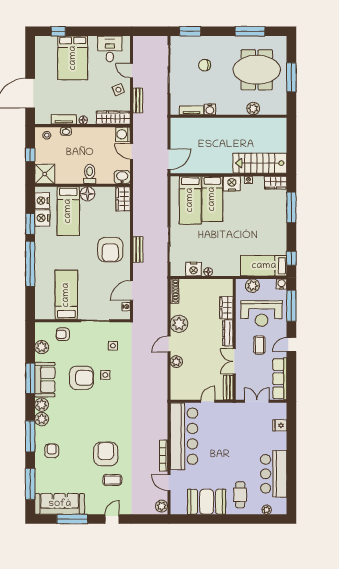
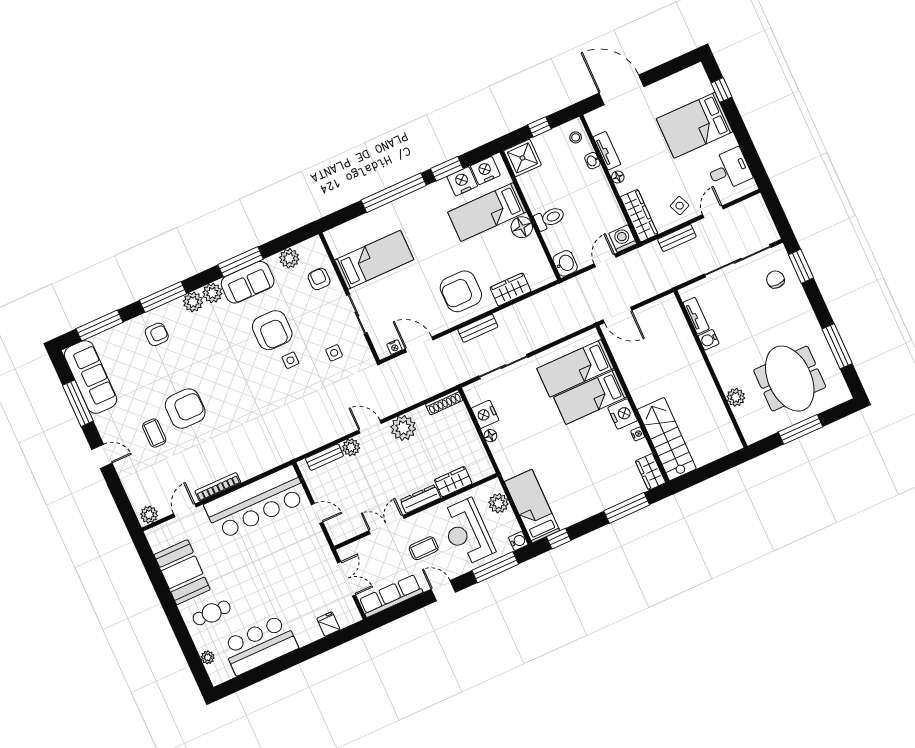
chair: (205, 65) -> (775, 279), moved
wardrobe: (123, 199) -> (511, 289), moved
bench: (228, 388) -> (324, 457), moved

